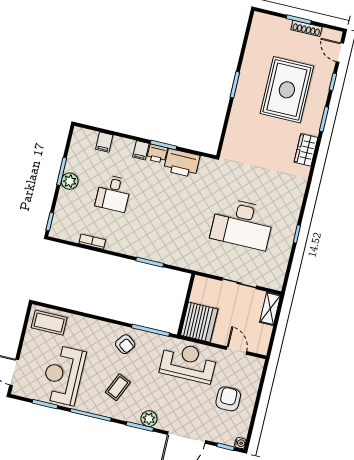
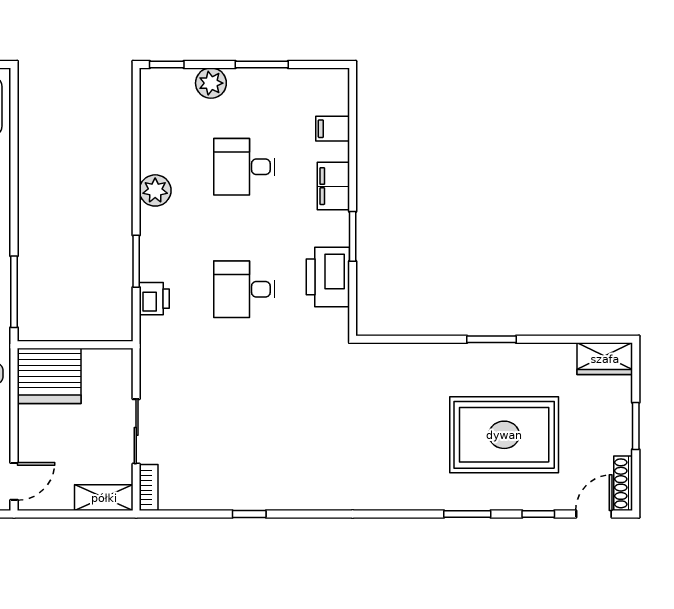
shoe rack: (306, 28) -> (623, 483), moved
filing cabinet: (141, 150) -> (333, 186), width x2.00
wardrobe: (306, 150) -> (605, 359), moved, turned 180
printer: (157, 154) -> (154, 299), moved, turned 180
plant: (70, 181) -> (211, 83), moved
desk: (242, 224) -> (244, 289), moved, width x0.53, depth x0.77
bookcase: (92, 242) -> (149, 488), moved
plant: (115, 243) -> (155, 190), added
door: (237, 351) -> (14, 481), moved

